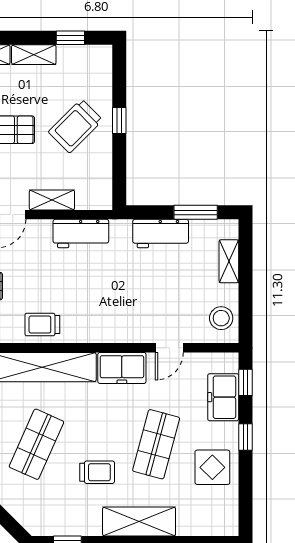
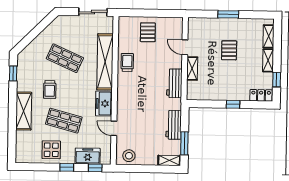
locker: (101, 67) -> (261, 95), added
trolley: (75, 126) -> (231, 81), removed
shelving: (229, 261) -> (169, 160), moved

